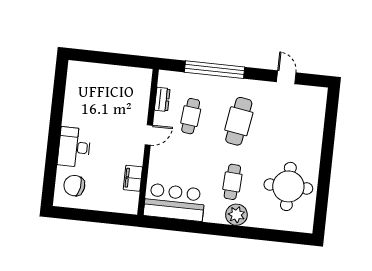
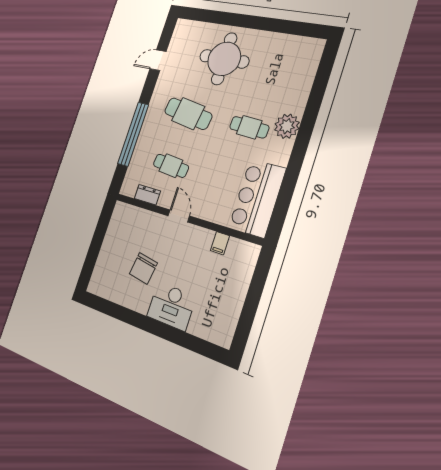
filing cabinet: (133, 178) -> (220, 243), width x0.50
chair: (74, 186) -> (143, 268), moved
round table: (288, 186) -> (224, 59), moved

